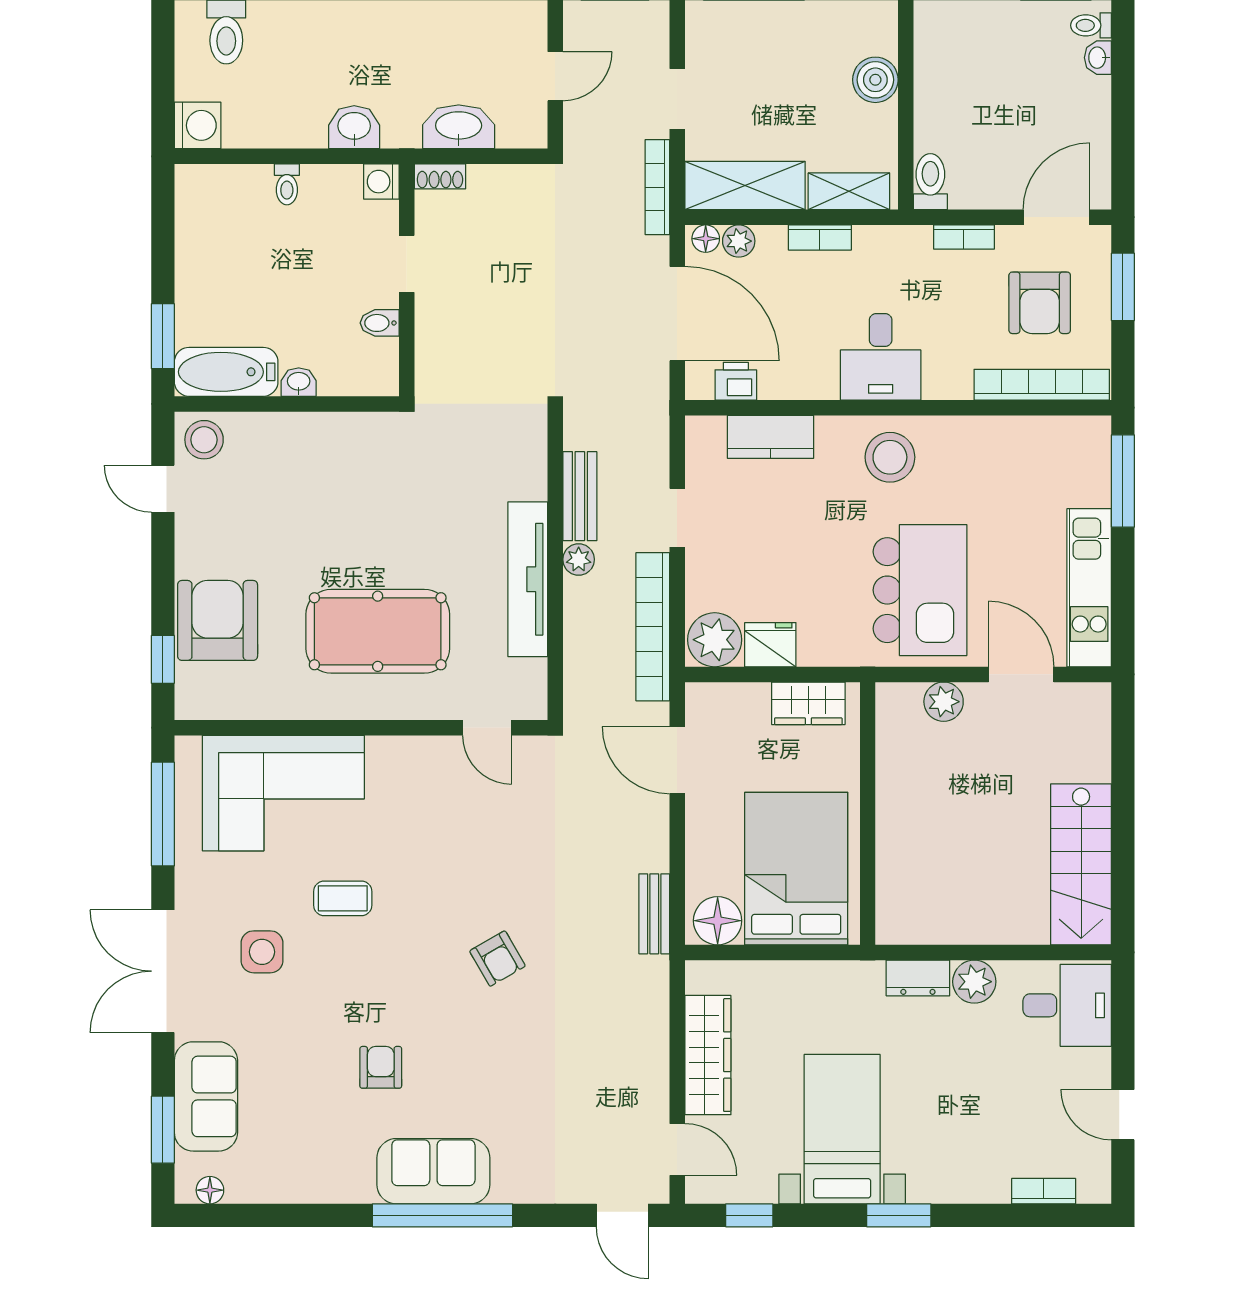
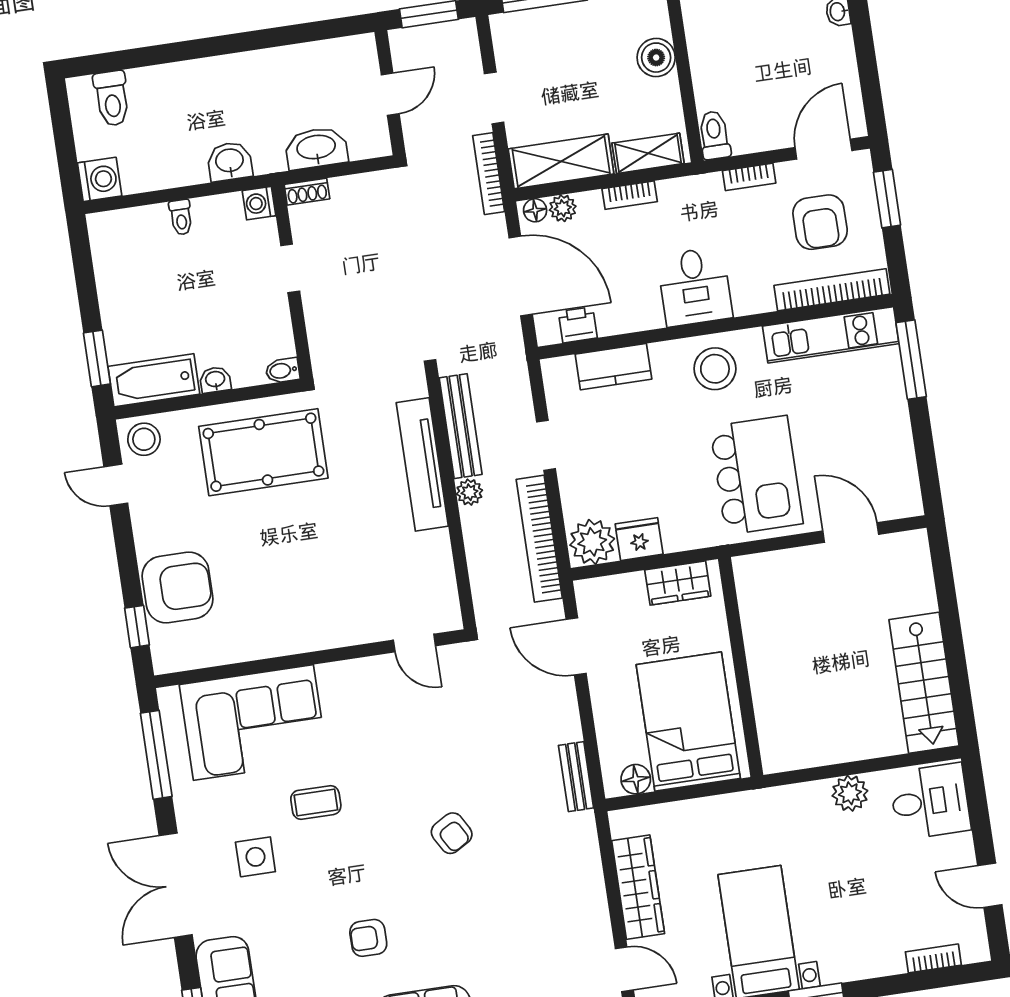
bidet: (380, 323) -> (283, 371), moved
bench: (580, 496) -> (461, 426), width x1.36
tv unit: (528, 579) -> (422, 464), moved
kitchen unit: (1089, 588) -> (831, 335), moved, turned -90
armchair: (218, 620) -> (178, 587), turned 90
pool table: (378, 631) -> (263, 452), moved
plant: (944, 702) -> (790, 565), removed
floor lamp: (718, 921) -> (636, 779), width x0.73, depth x0.73
dresser: (918, 978) -> (803, 797), removed
armchair: (381, 1067) -> (368, 938), turned -90

